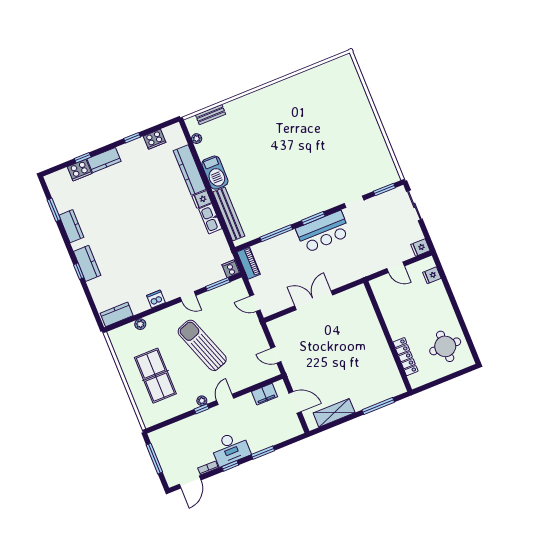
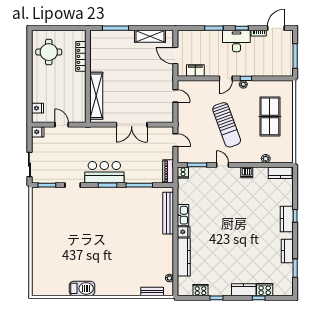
barbecue: (215, 173) -> (82, 288), moved, turned 90
shelving: (369, 318) -> (96, 96), added

